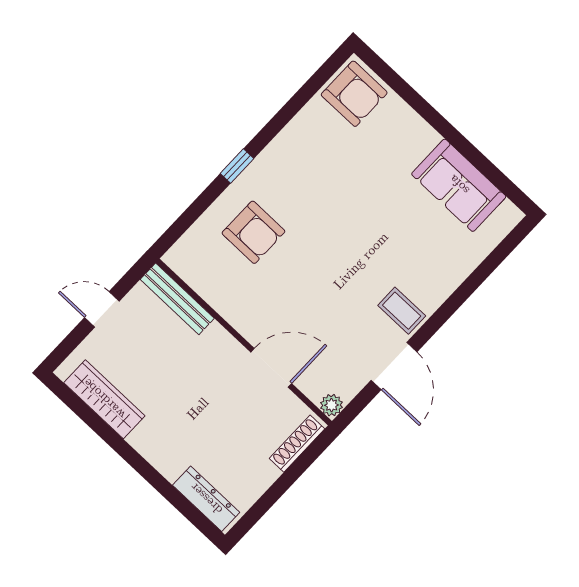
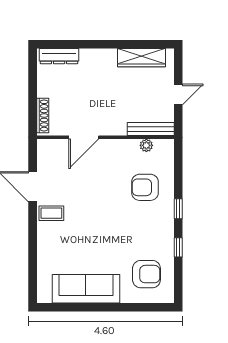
armchair: (354, 94) -> (146, 274), moved, turned 180
window: (283, 118) -> (178, 247), added
sofa: (459, 185) -> (86, 289), width x1.36
plant: (331, 405) -> (146, 145), moved

